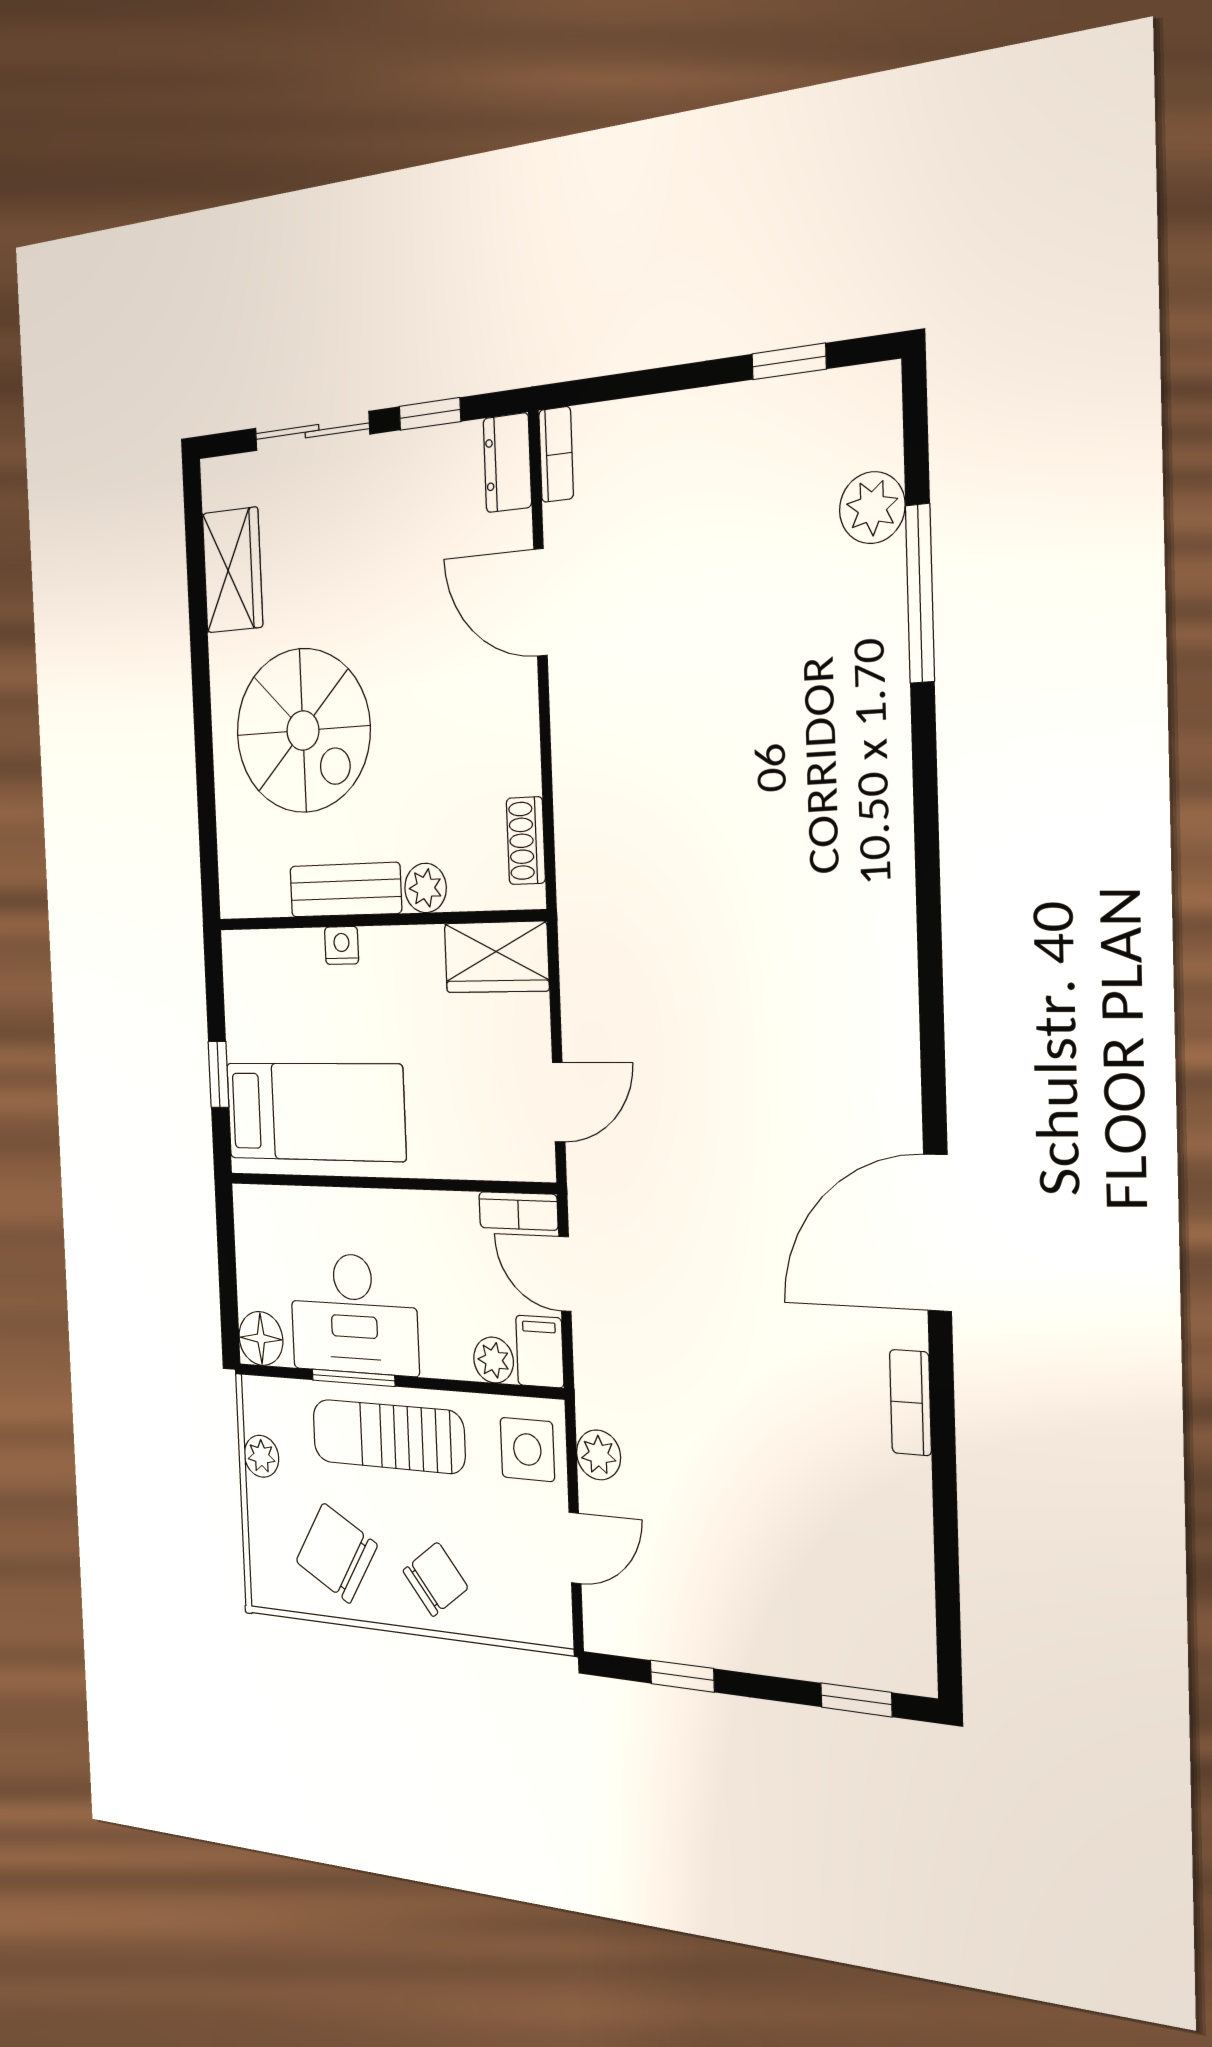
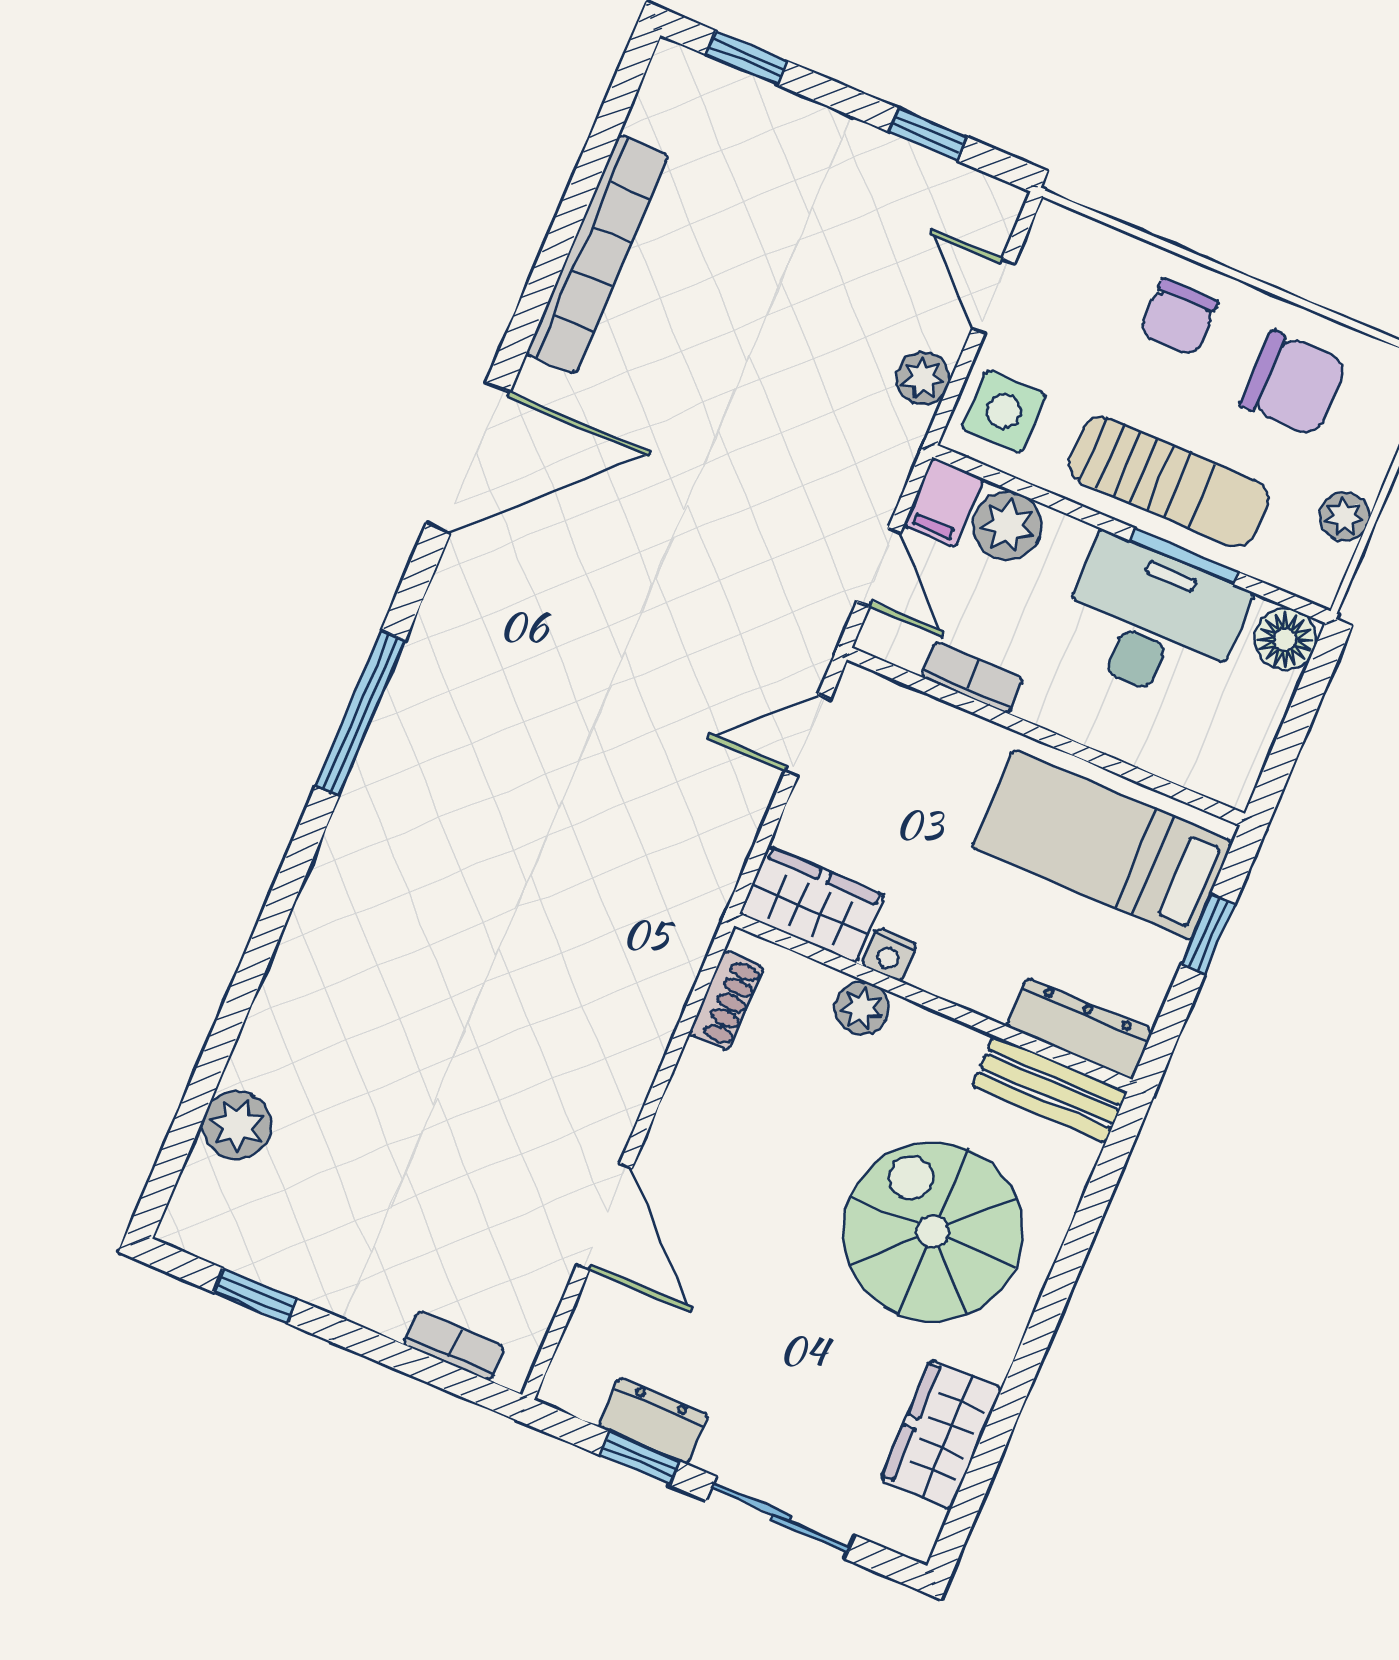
bookcase: (556, 454) -> (454, 1346), moved, turned 90
dresser: (507, 463) -> (653, 1421), moved, turned -90
window: (920, 594) -> (360, 713), moved
bench: (345, 890) -> (1050, 1089), moved
nightstand: (342, 945) -> (889, 955), moved
dresser: (271, 953) -> (1080, 1028), added
bookcase: (518, 1211) -> (972, 678), moved
plant: (494, 1360) -> (1007, 526), width x1.38, depth x1.38
bookcase: (910, 1403) -> (597, 254), width x2.31, depth x1.31
door: (575, 1548) -> (993, 296), hinge flipped
chair: (336, 1553) -> (1293, 383), turned -30
chair: (435, 1579) -> (1178, 317), turned -52

